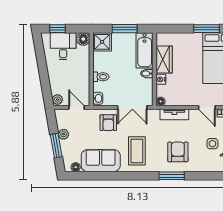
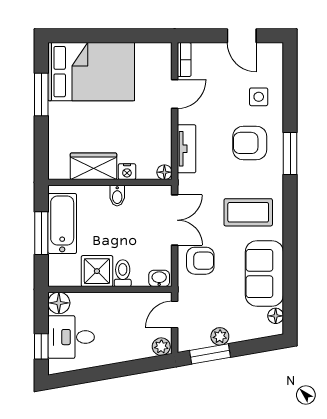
shower: (102, 42) -> (97, 271), moved
bathtub: (145, 50) -> (62, 223), moved, turned -90
side table: (212, 144) -> (259, 97), moved
window: (56, 146) -> (210, 354), moved

